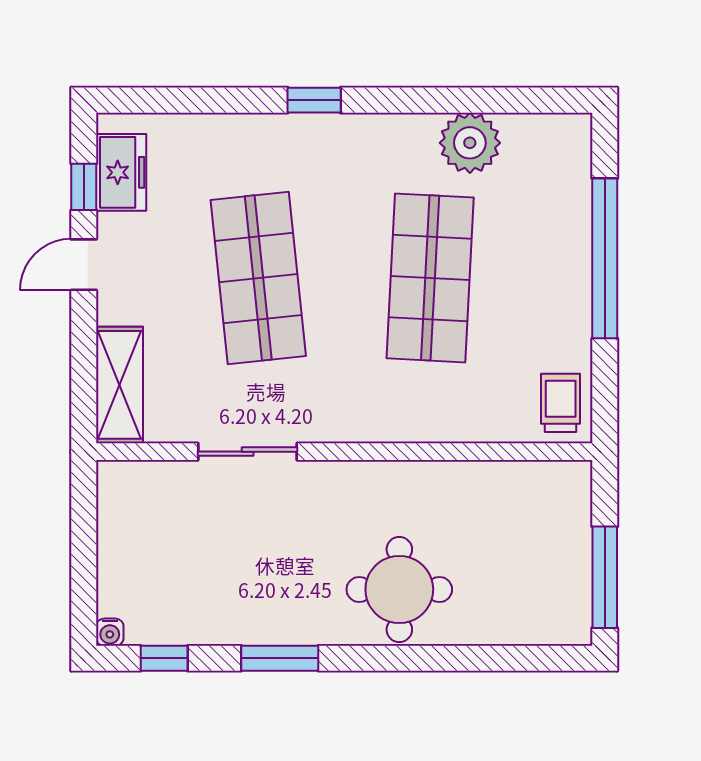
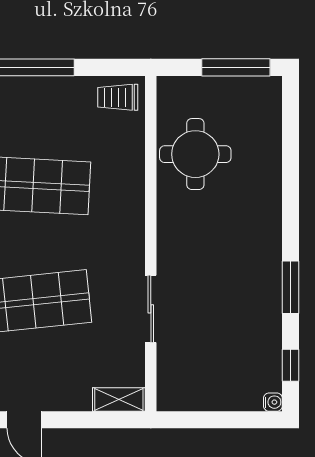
shelving: (119, 385) -> (119, 400), width x0.67, depth x0.75
round table: (399, 589) -> (195, 154), moved

